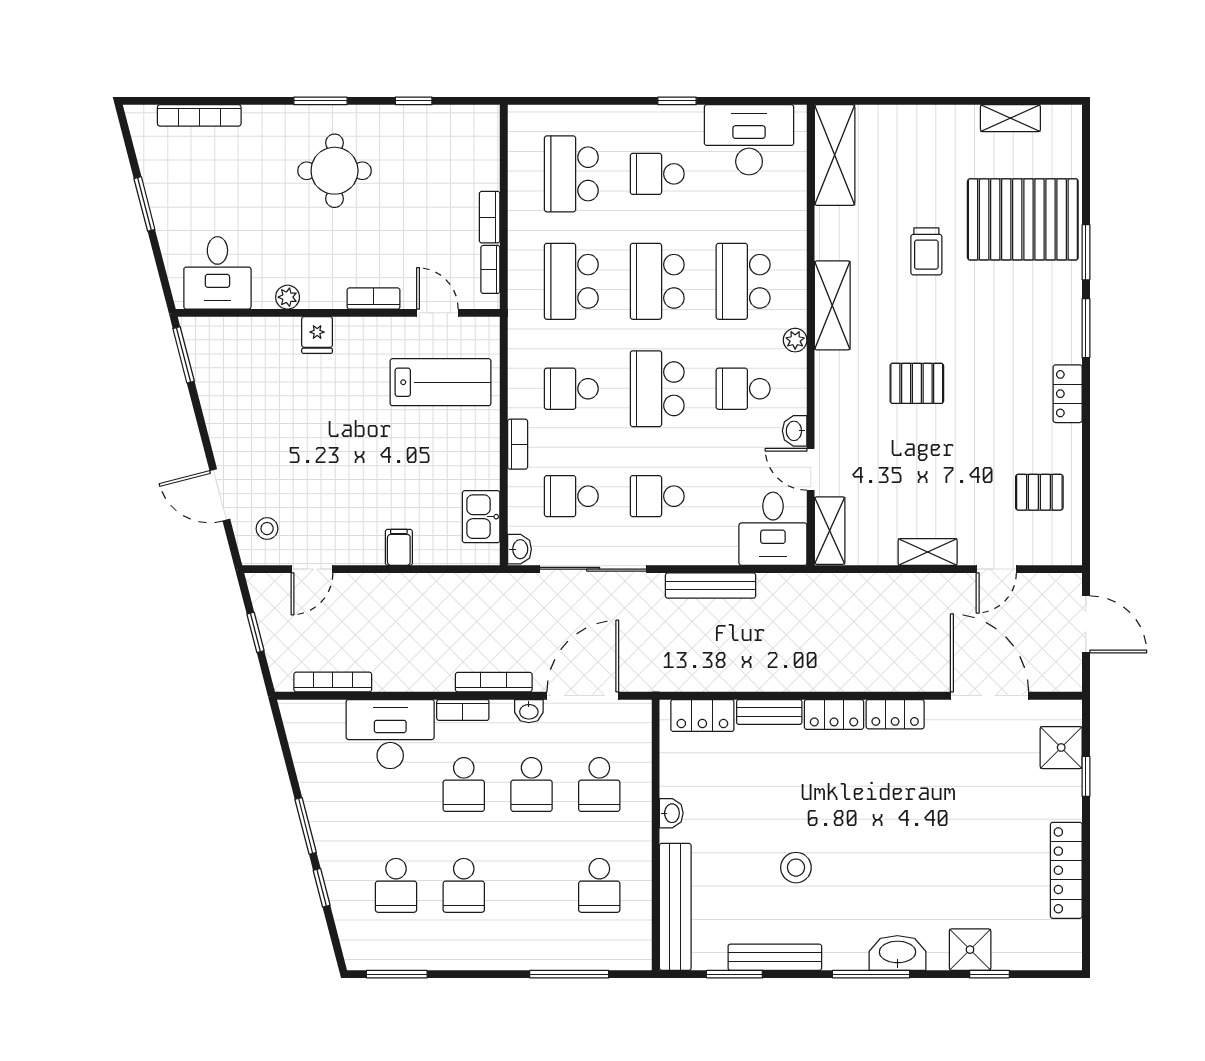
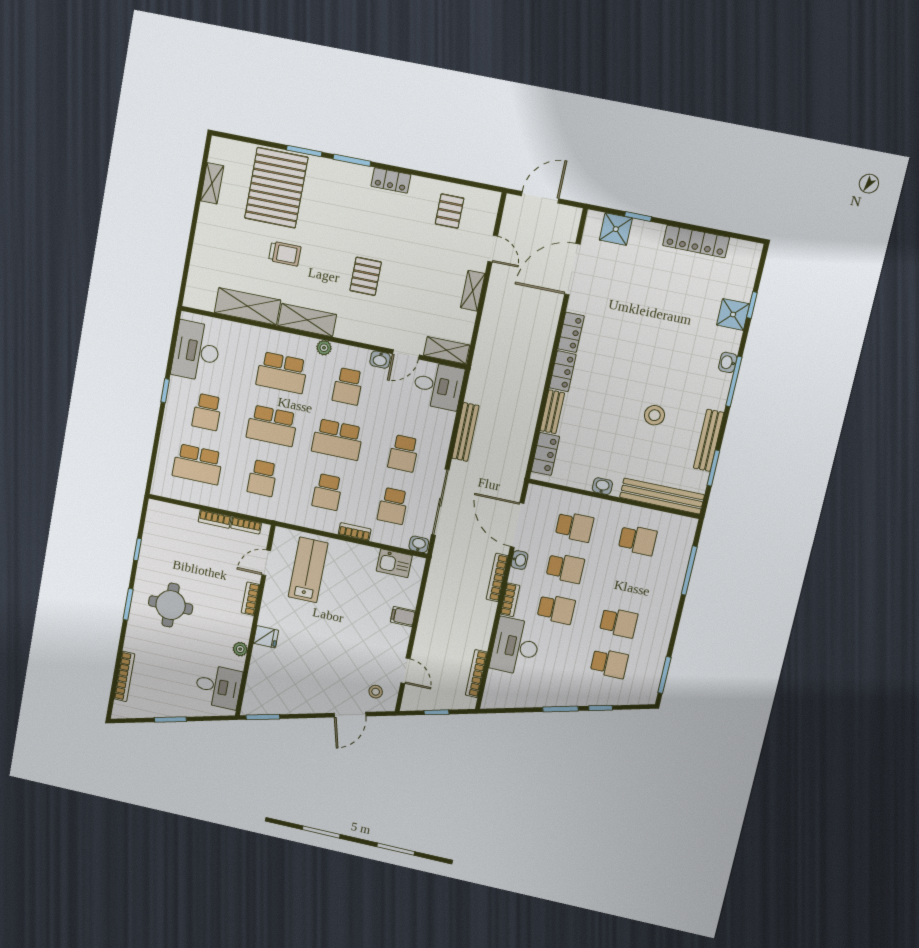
shelving: (835, 155) -> (248, 306), moved
school desk: (571, 281) -> (262, 478), width x0.54
washbasin: (897, 953) -> (728, 362), width x0.52, depth x0.69

